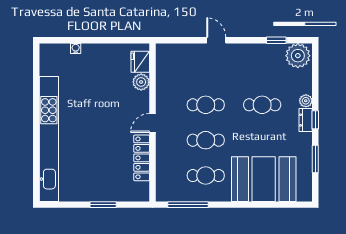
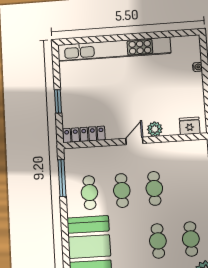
cafe table: (262, 69) -> (191, 239), added
plant: (141, 82) -> (155, 129), moved
door: (153, 123) -> (134, 141), hinge flipped
locker: (142, 158) -> (84, 134), moved

